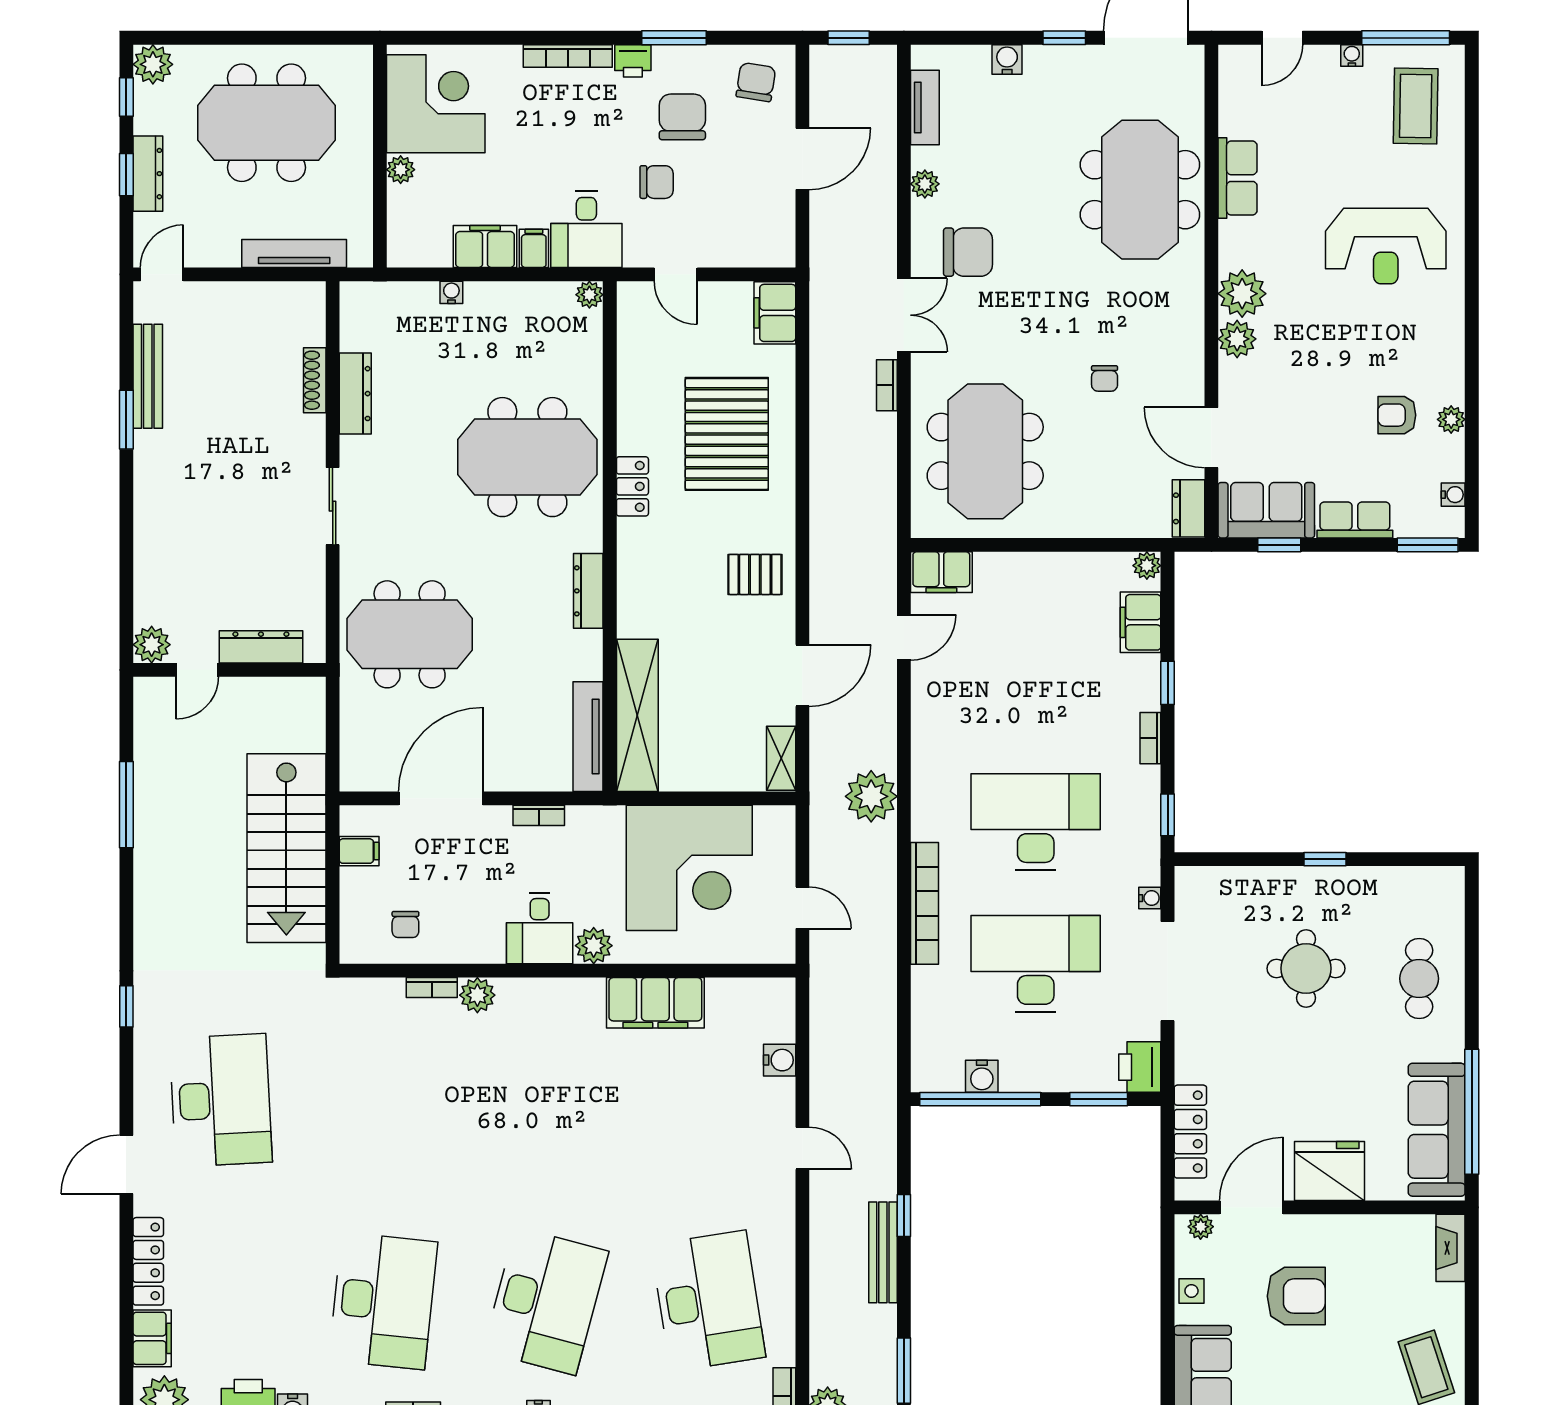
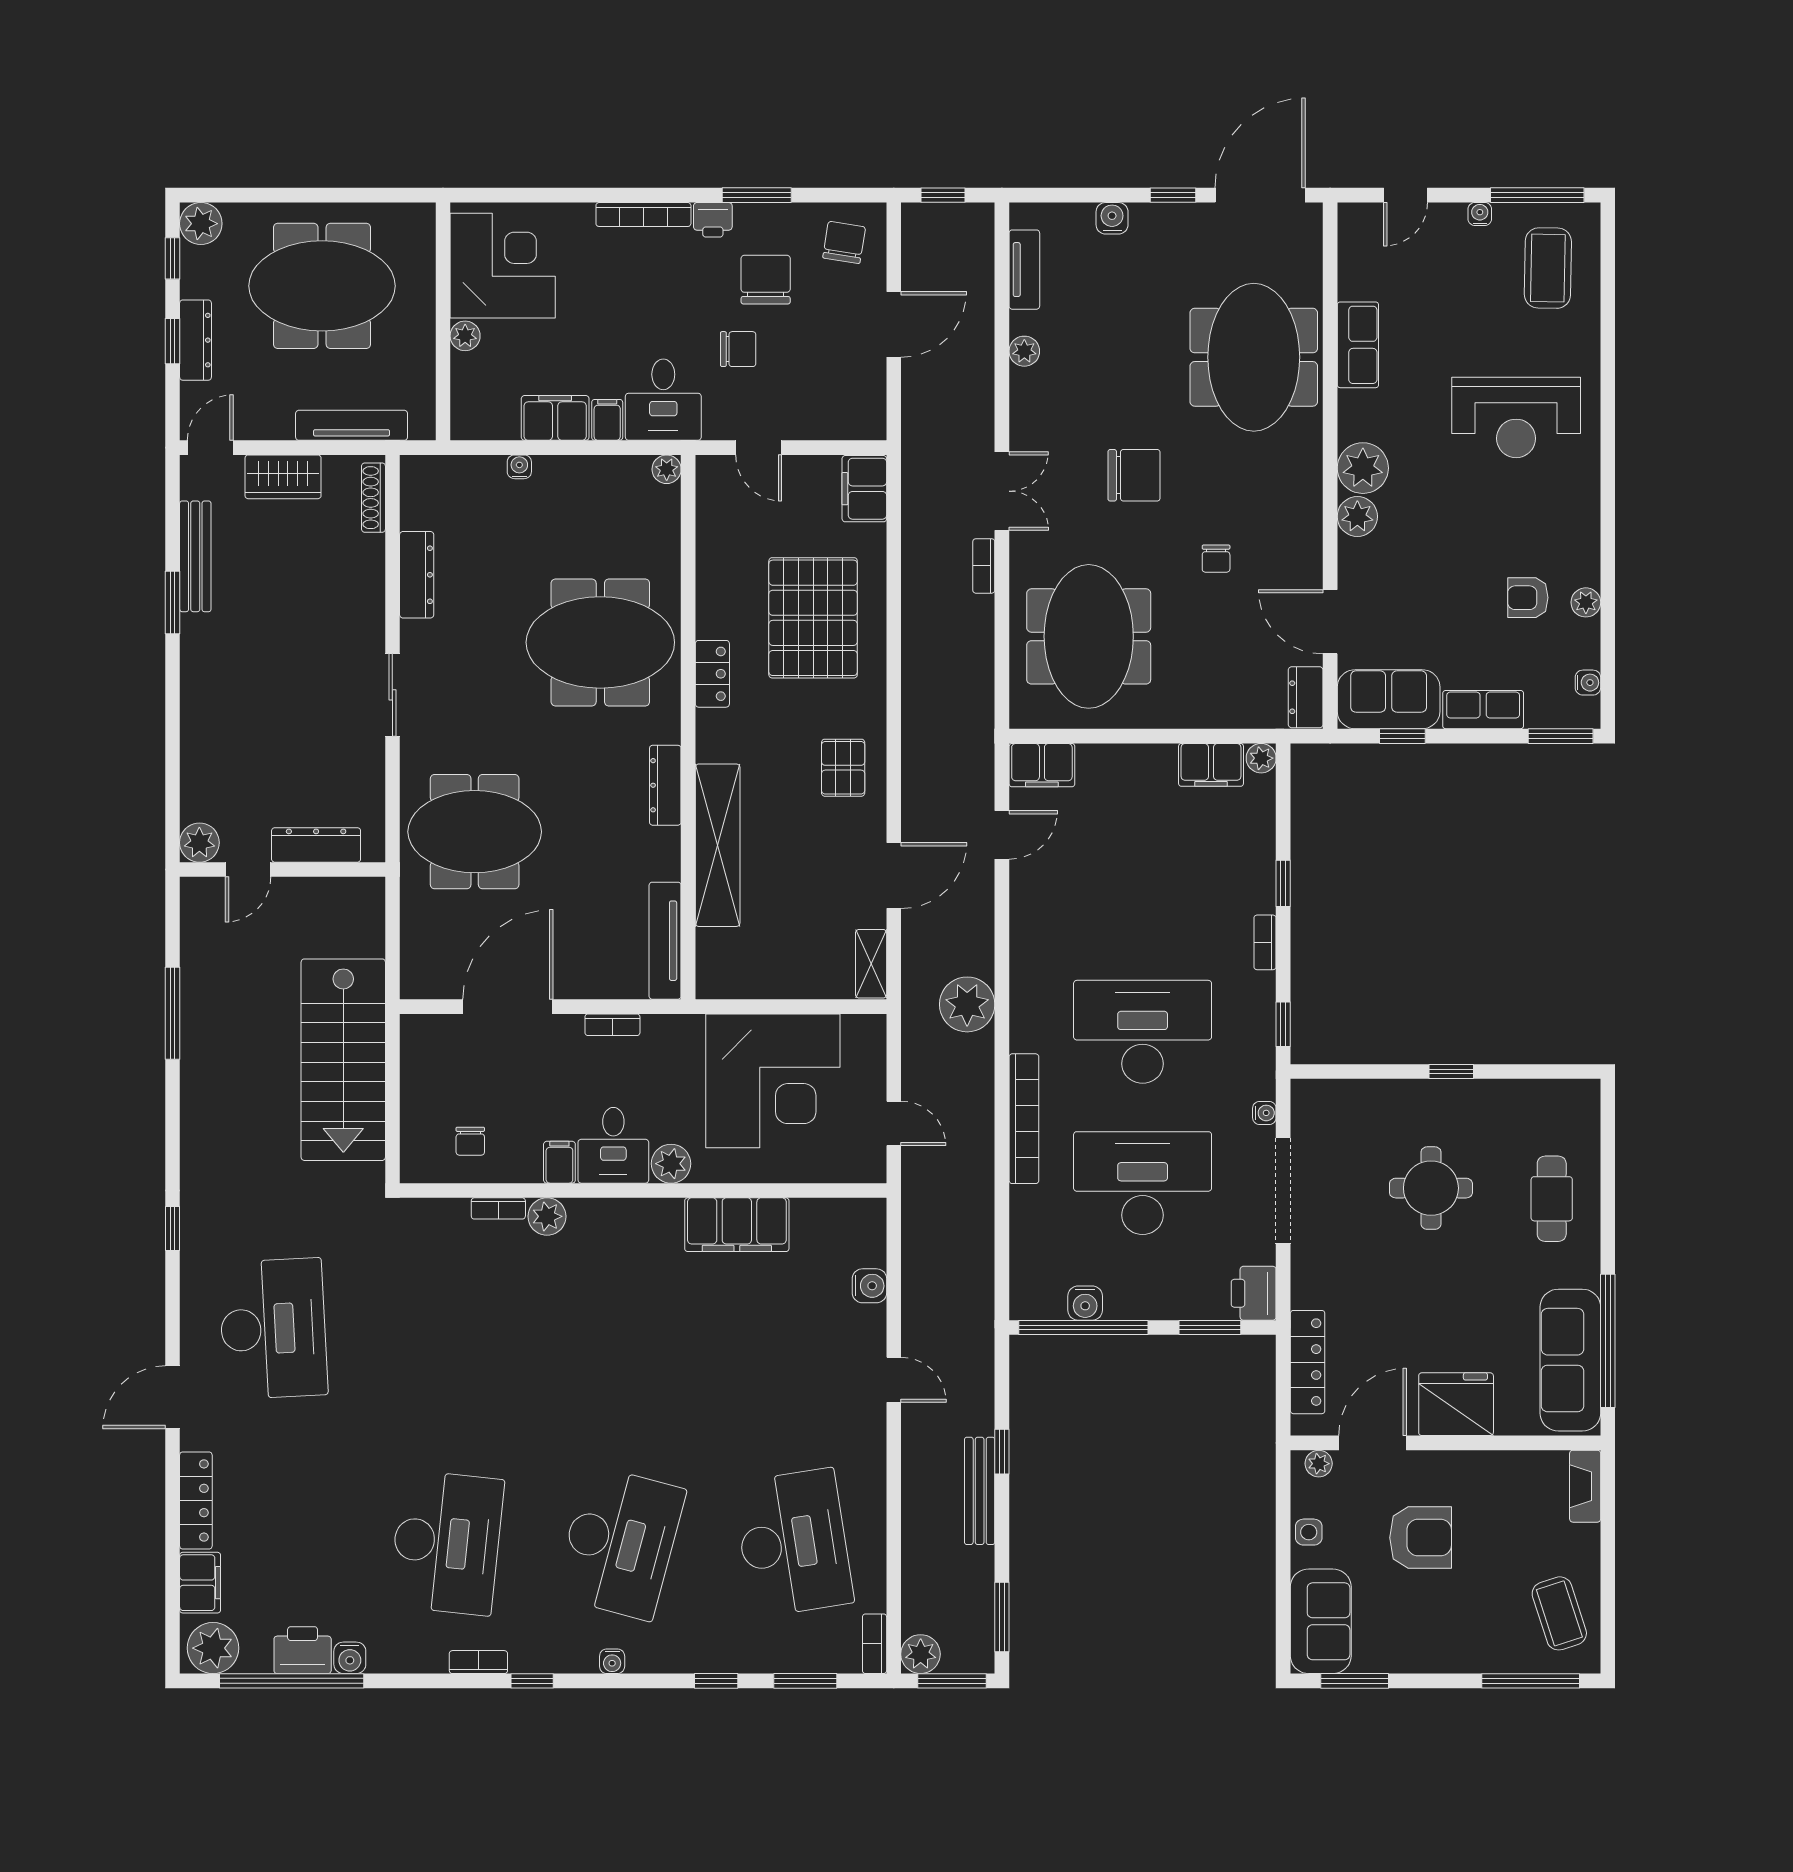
chair: (968, 252) -> (1134, 475), moved
wardrobe: (230, 302) -> (283, 477), added
shoe rack: (315, 380) -> (373, 498), moved
pallet: (755, 574) -> (843, 768), turned 90
filing cabinet: (1141, 622) -> (1211, 765), moved, turned -90
shelving: (637, 715) -> (718, 845), moved
filing cabinet: (359, 851) -> (559, 1162), moved, turned -90

